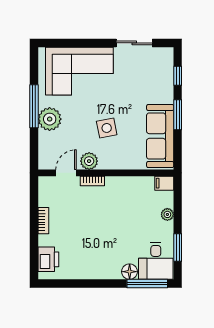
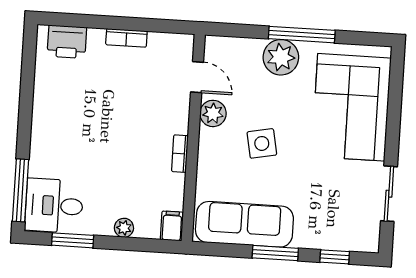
bookcase: (92, 181) -> (180, 154), moved
floor lamp: (130, 272) -> (40, 165), removed

